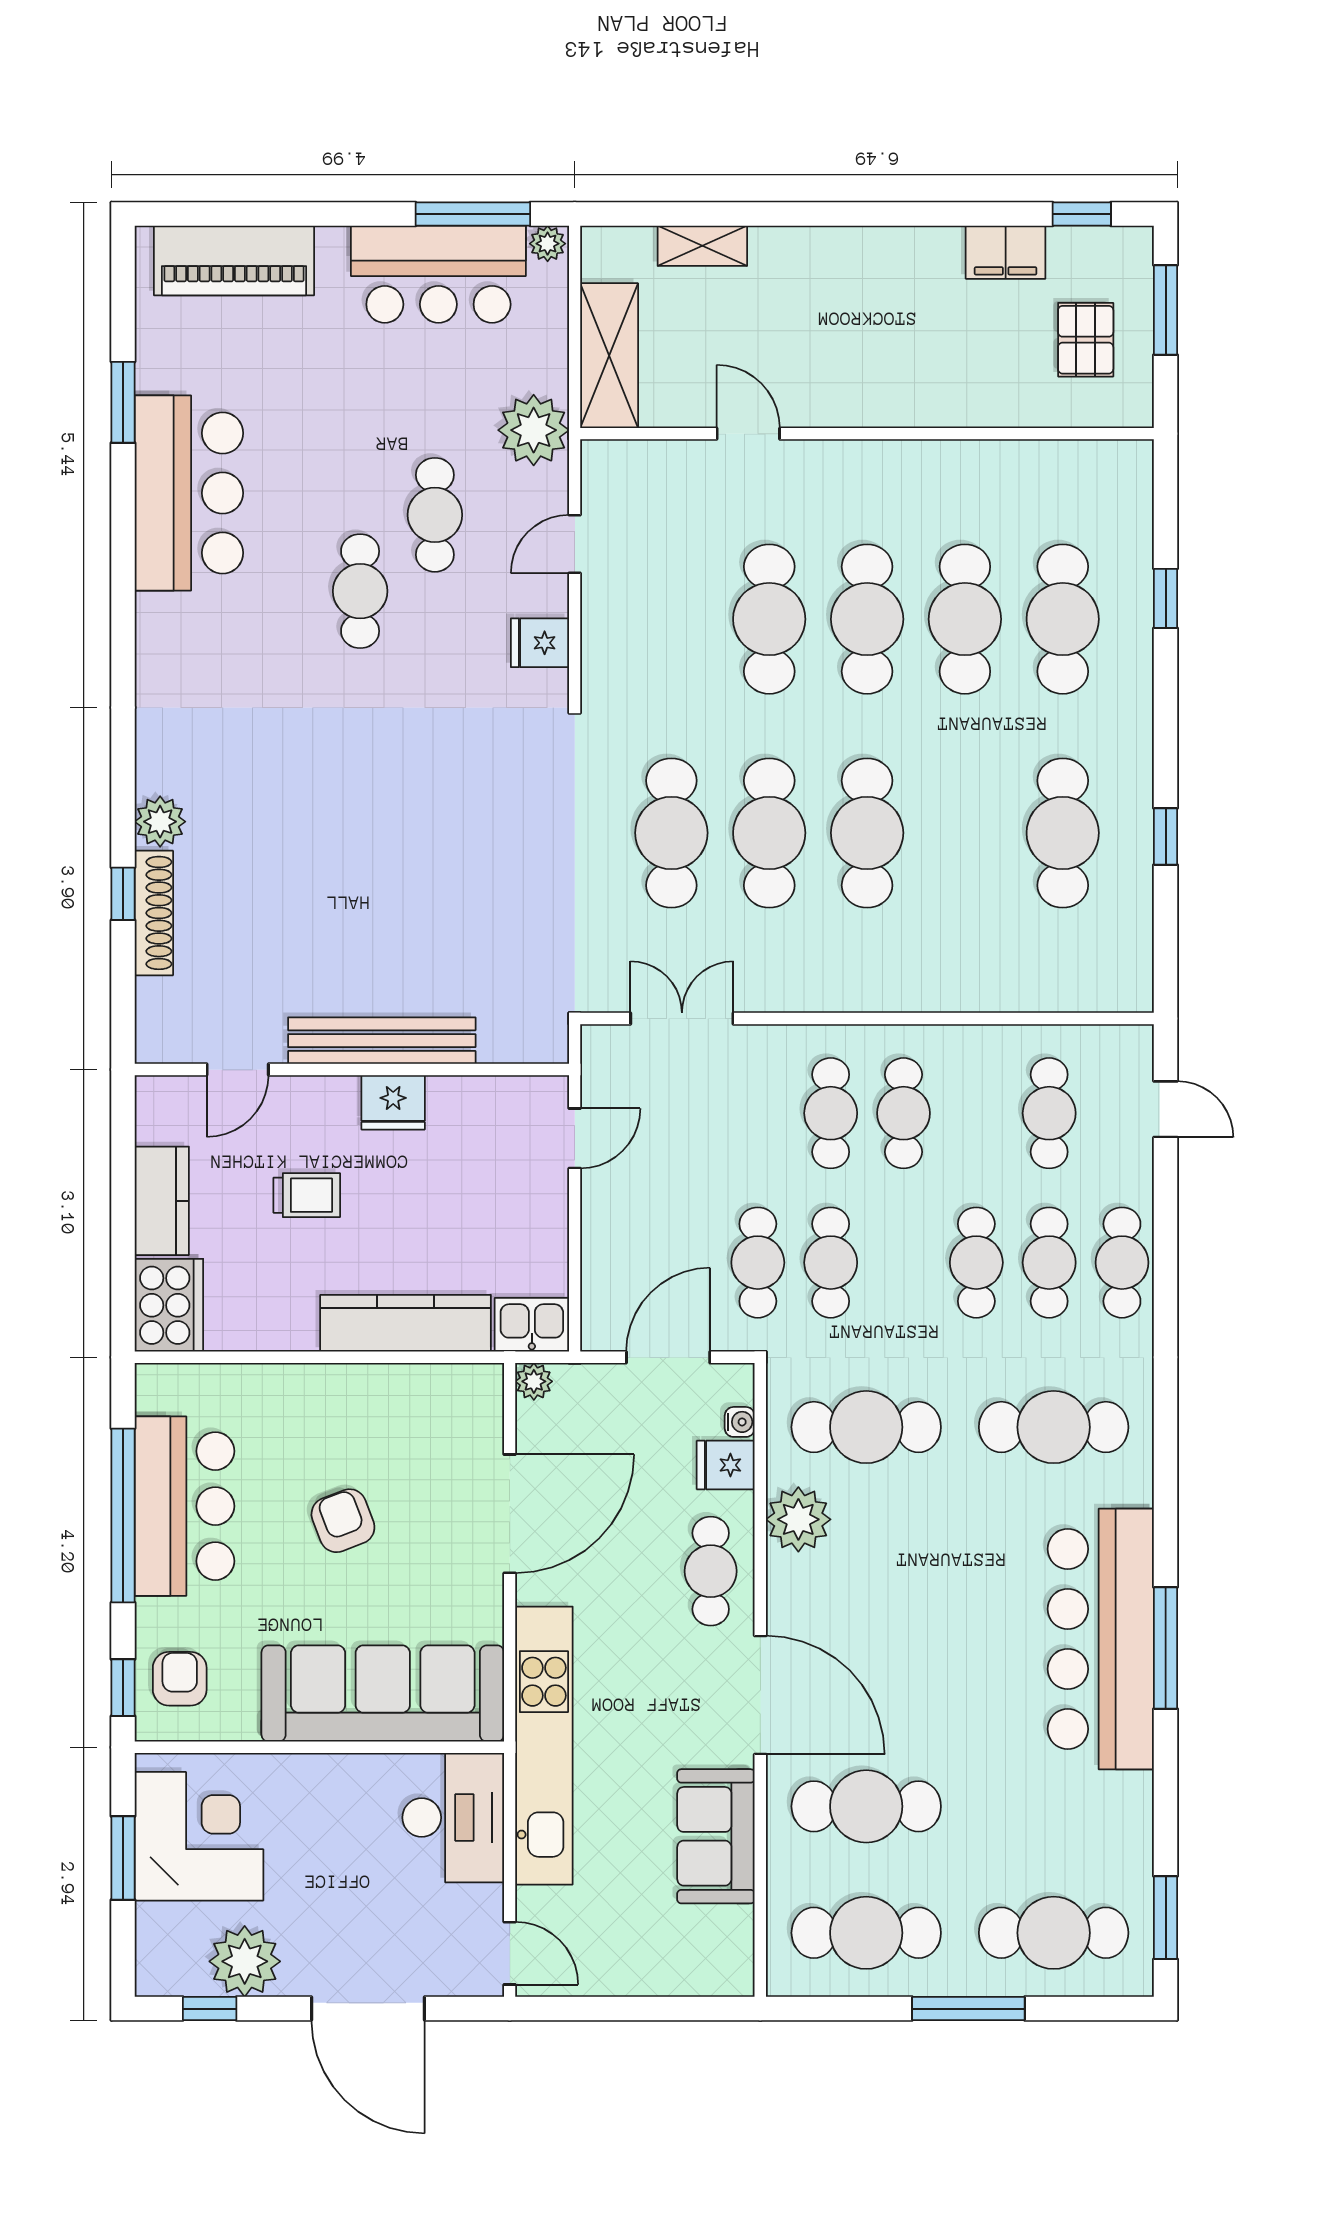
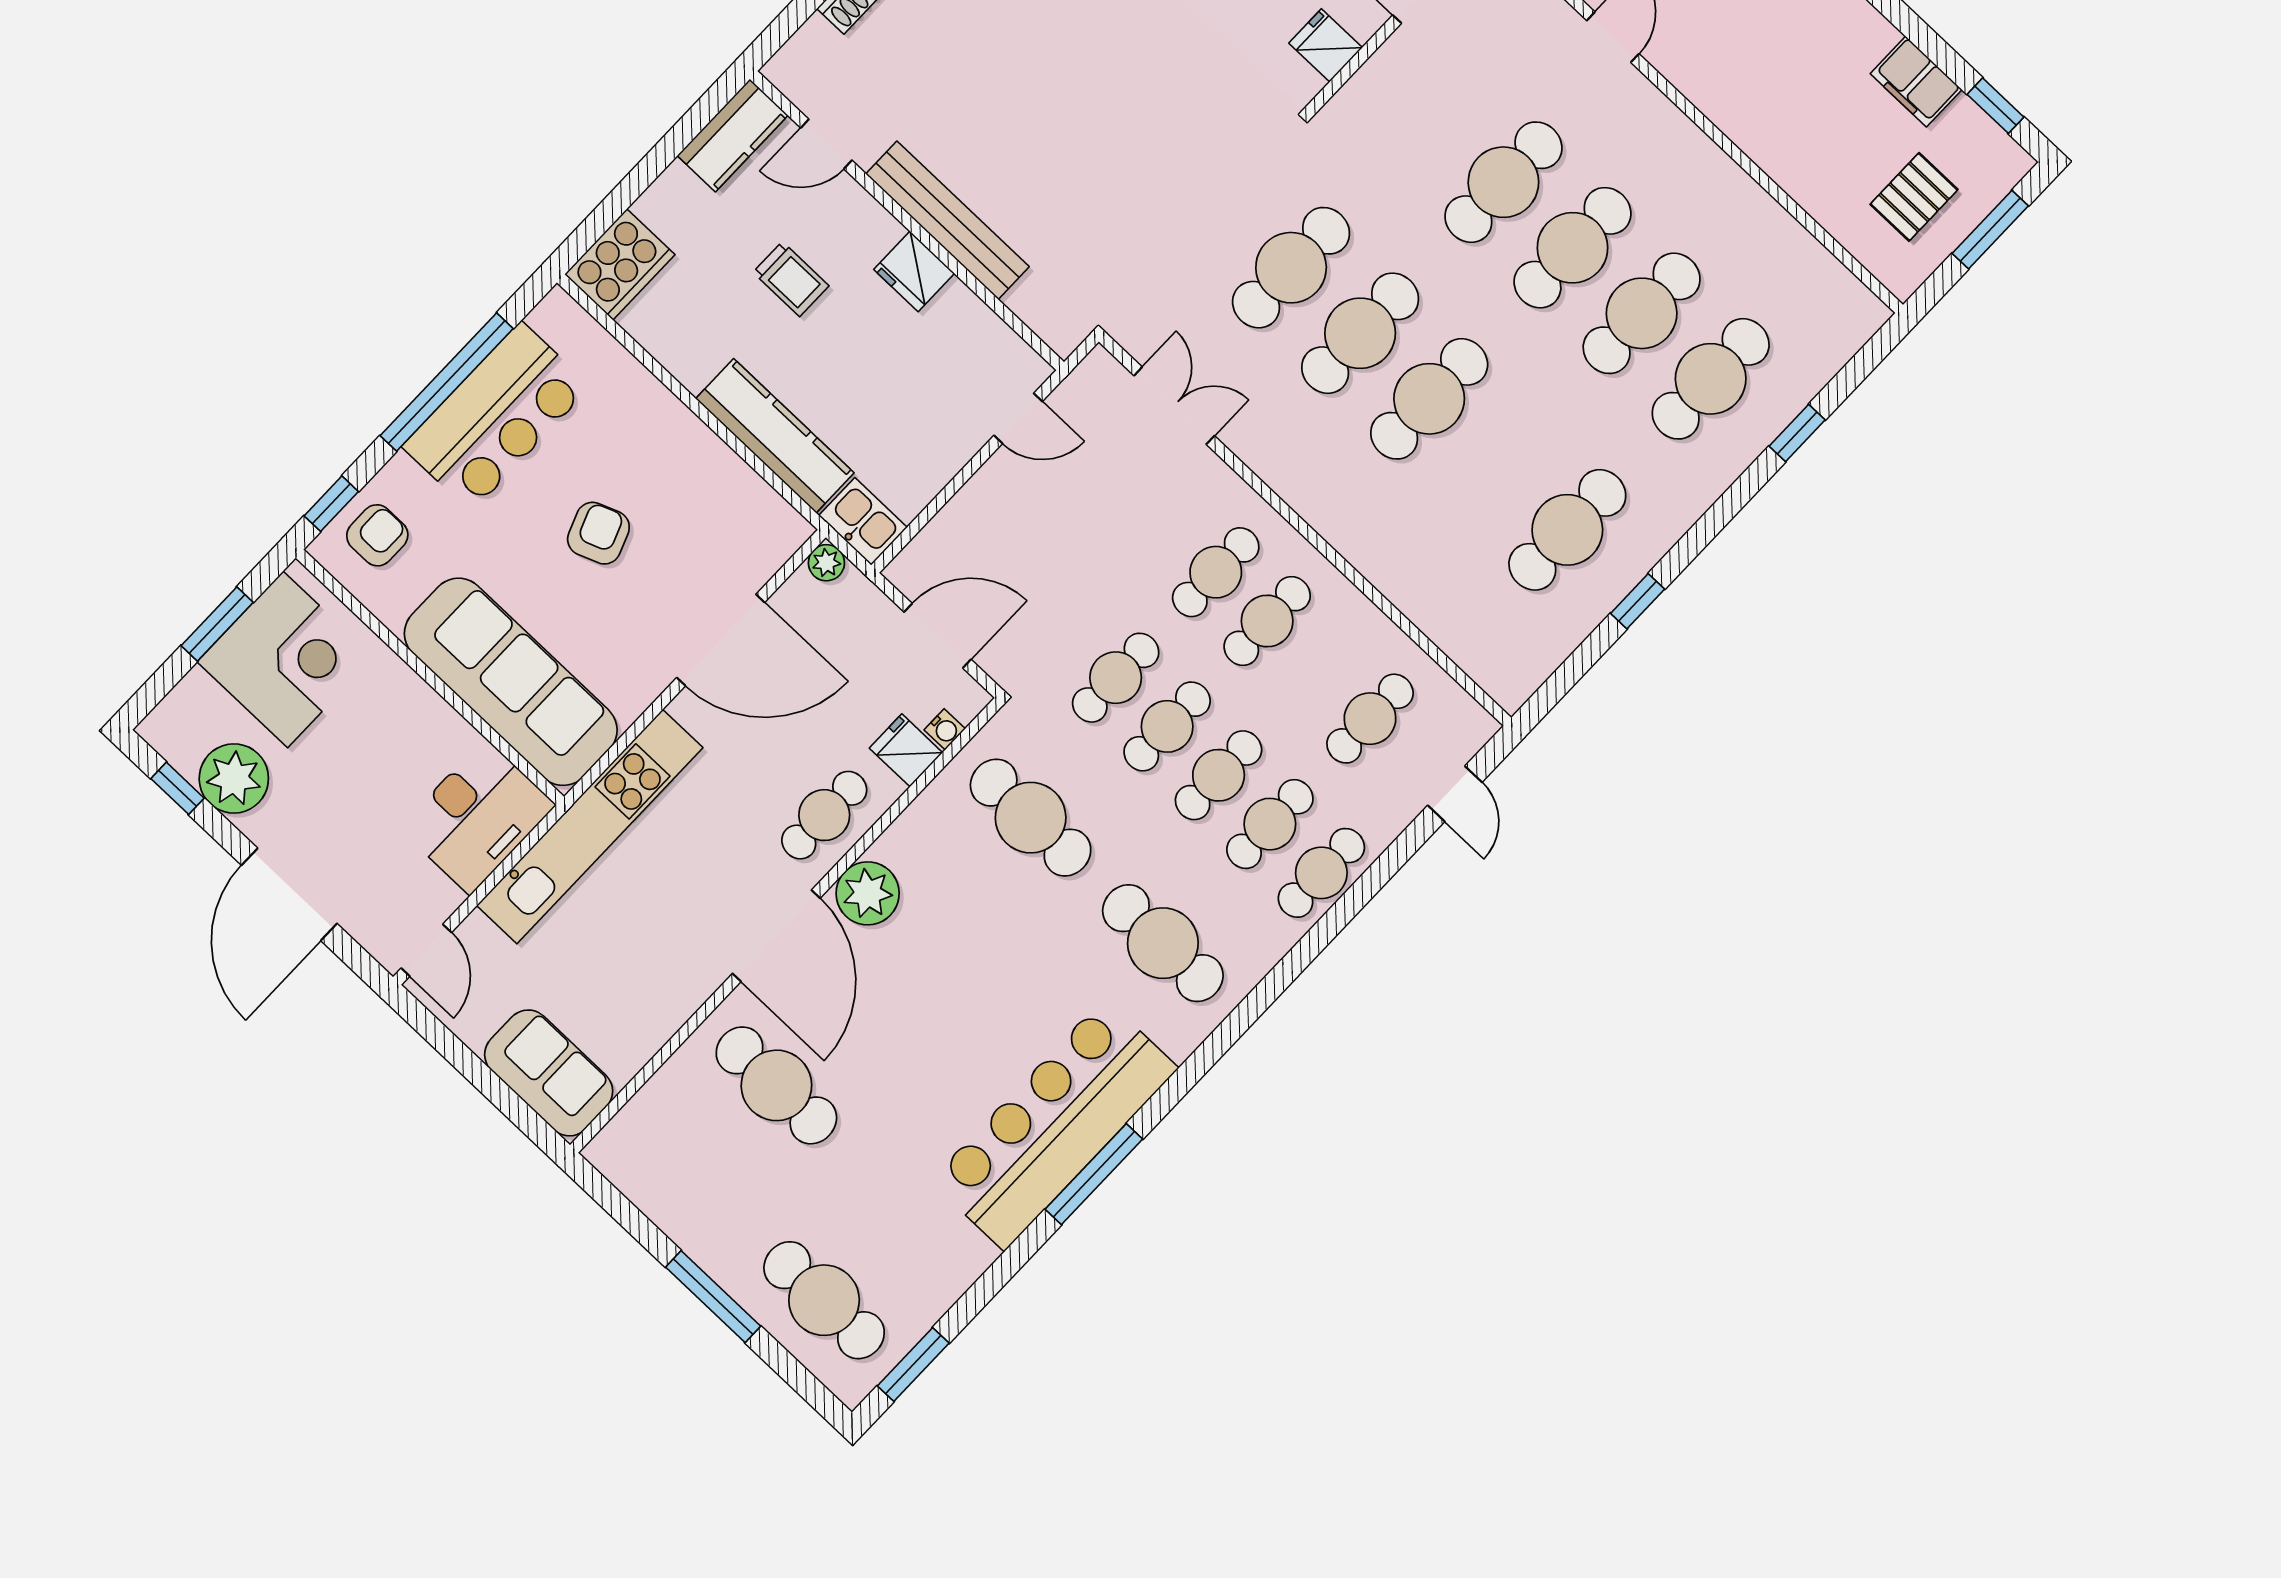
kitchen counter: (162, 1201) -> (733, 135), moved
cafe table: (758, 1263) -> (1167, 726), moved
plant: (798, 1519) -> (868, 893), moved
sofa: (716, 1836) -> (549, 1073), moved, turned 90
cafe table: (866, 1933) -> (692, 1175), removed

